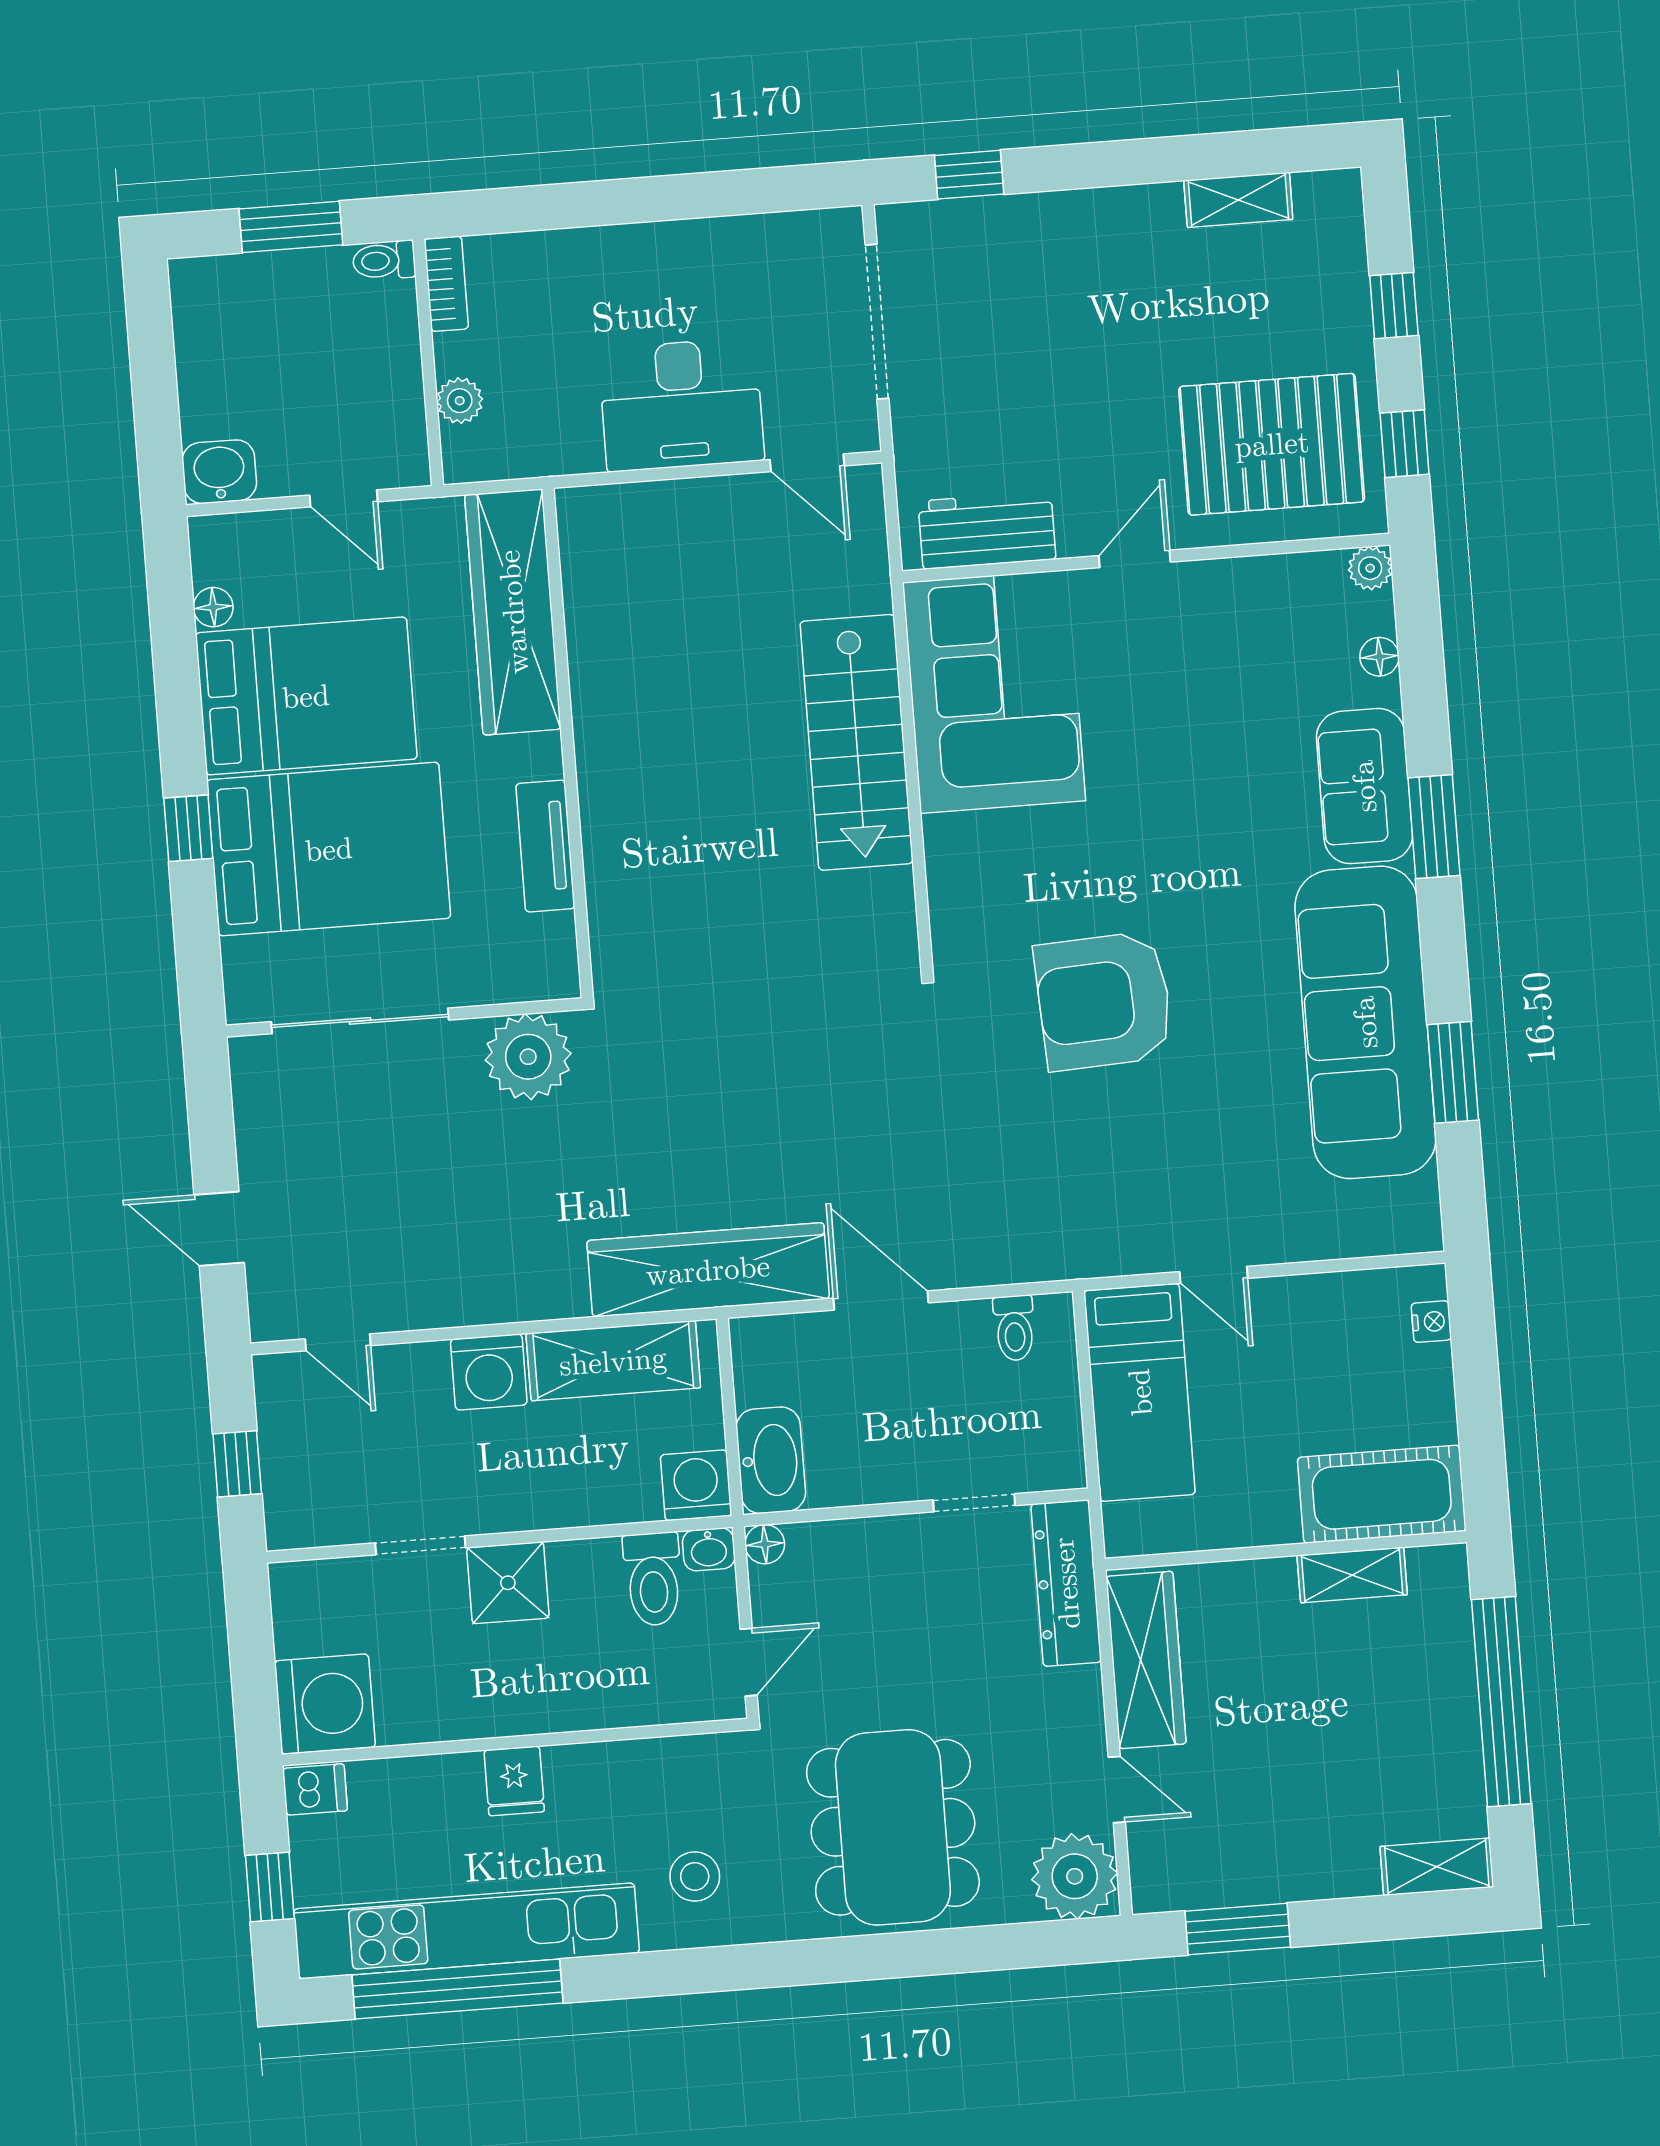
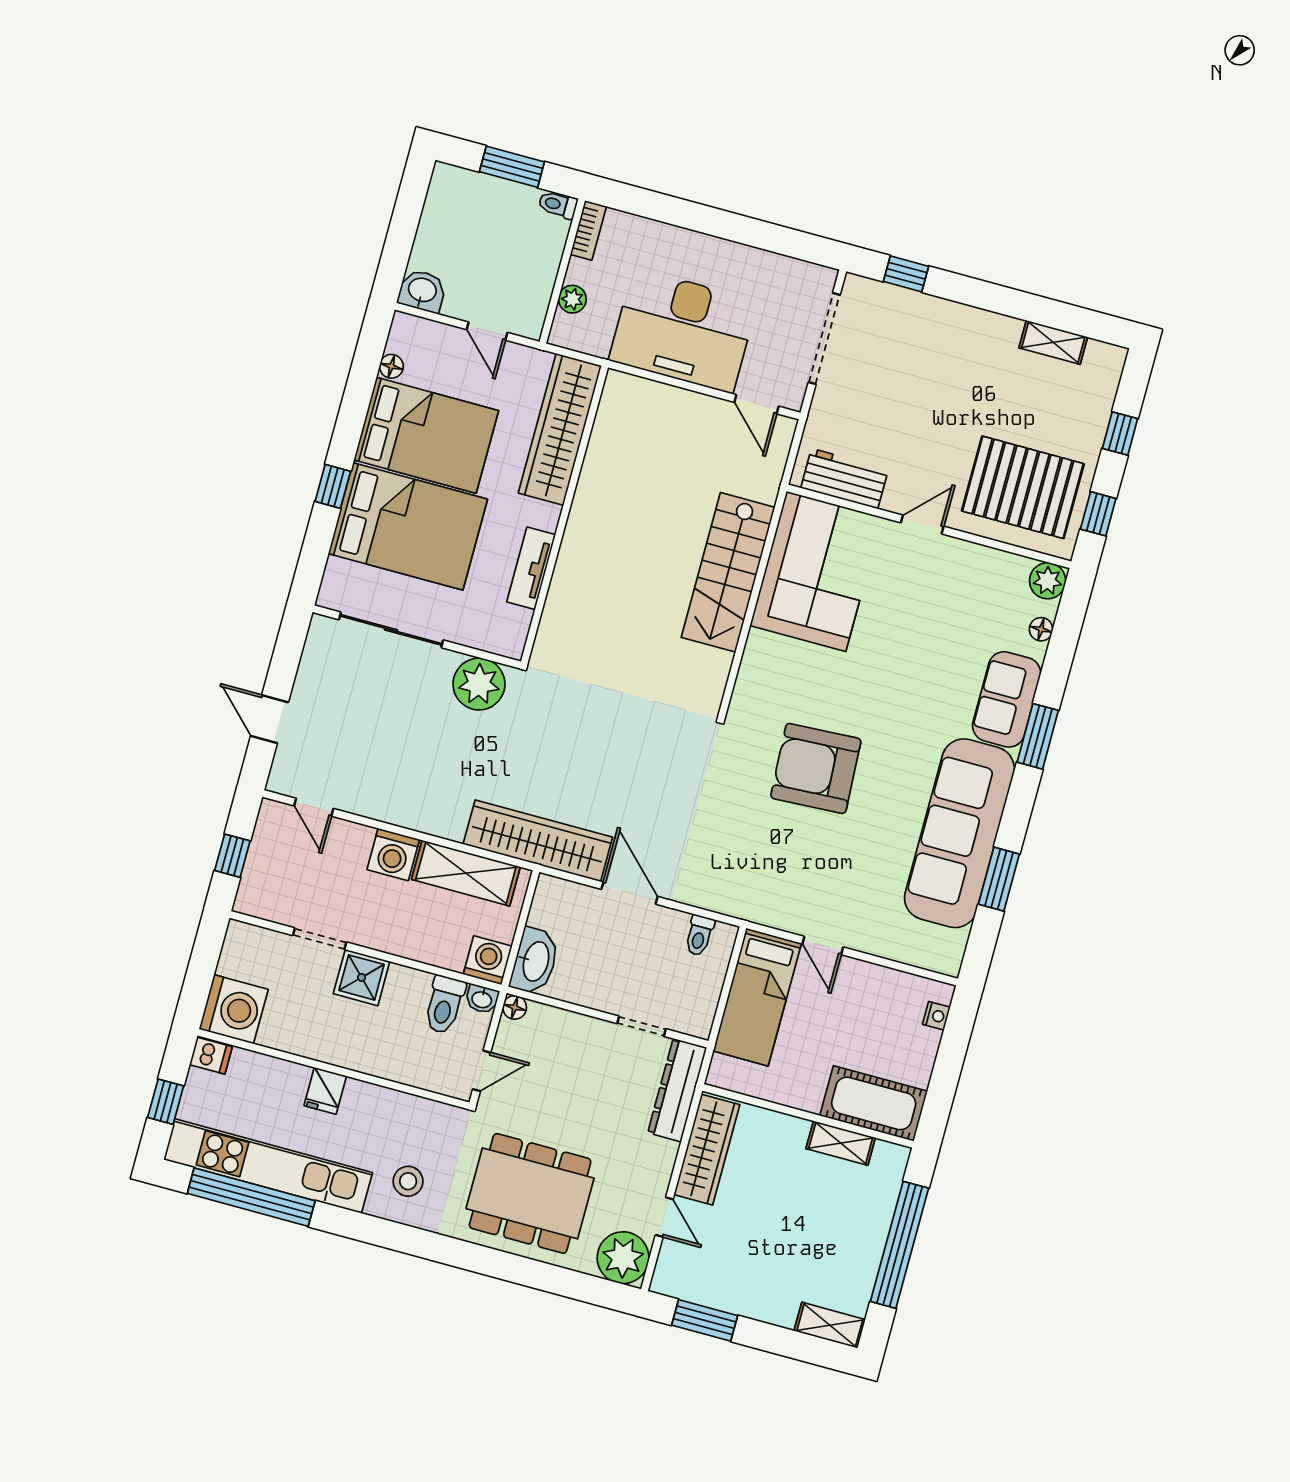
desk: (681, 405) -> (683, 331), width x1.36, depth x1.30
plant: (1370, 568) -> (1048, 581), width x1.38, depth x1.38
dining table: (893, 1827) -> (530, 1193), turned 90

